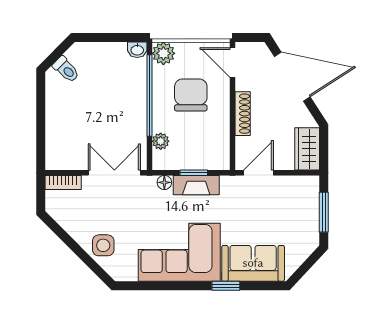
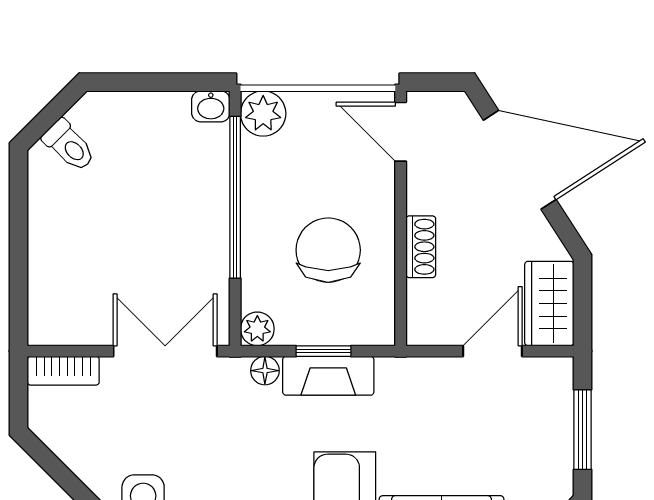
chair: (191, 95) -> (328, 250), moved
shoe rack: (243, 114) -> (421, 247), width x0.70
plant: (161, 141) -> (257, 329), moved
door: (259, 173) -> (493, 351), moved

